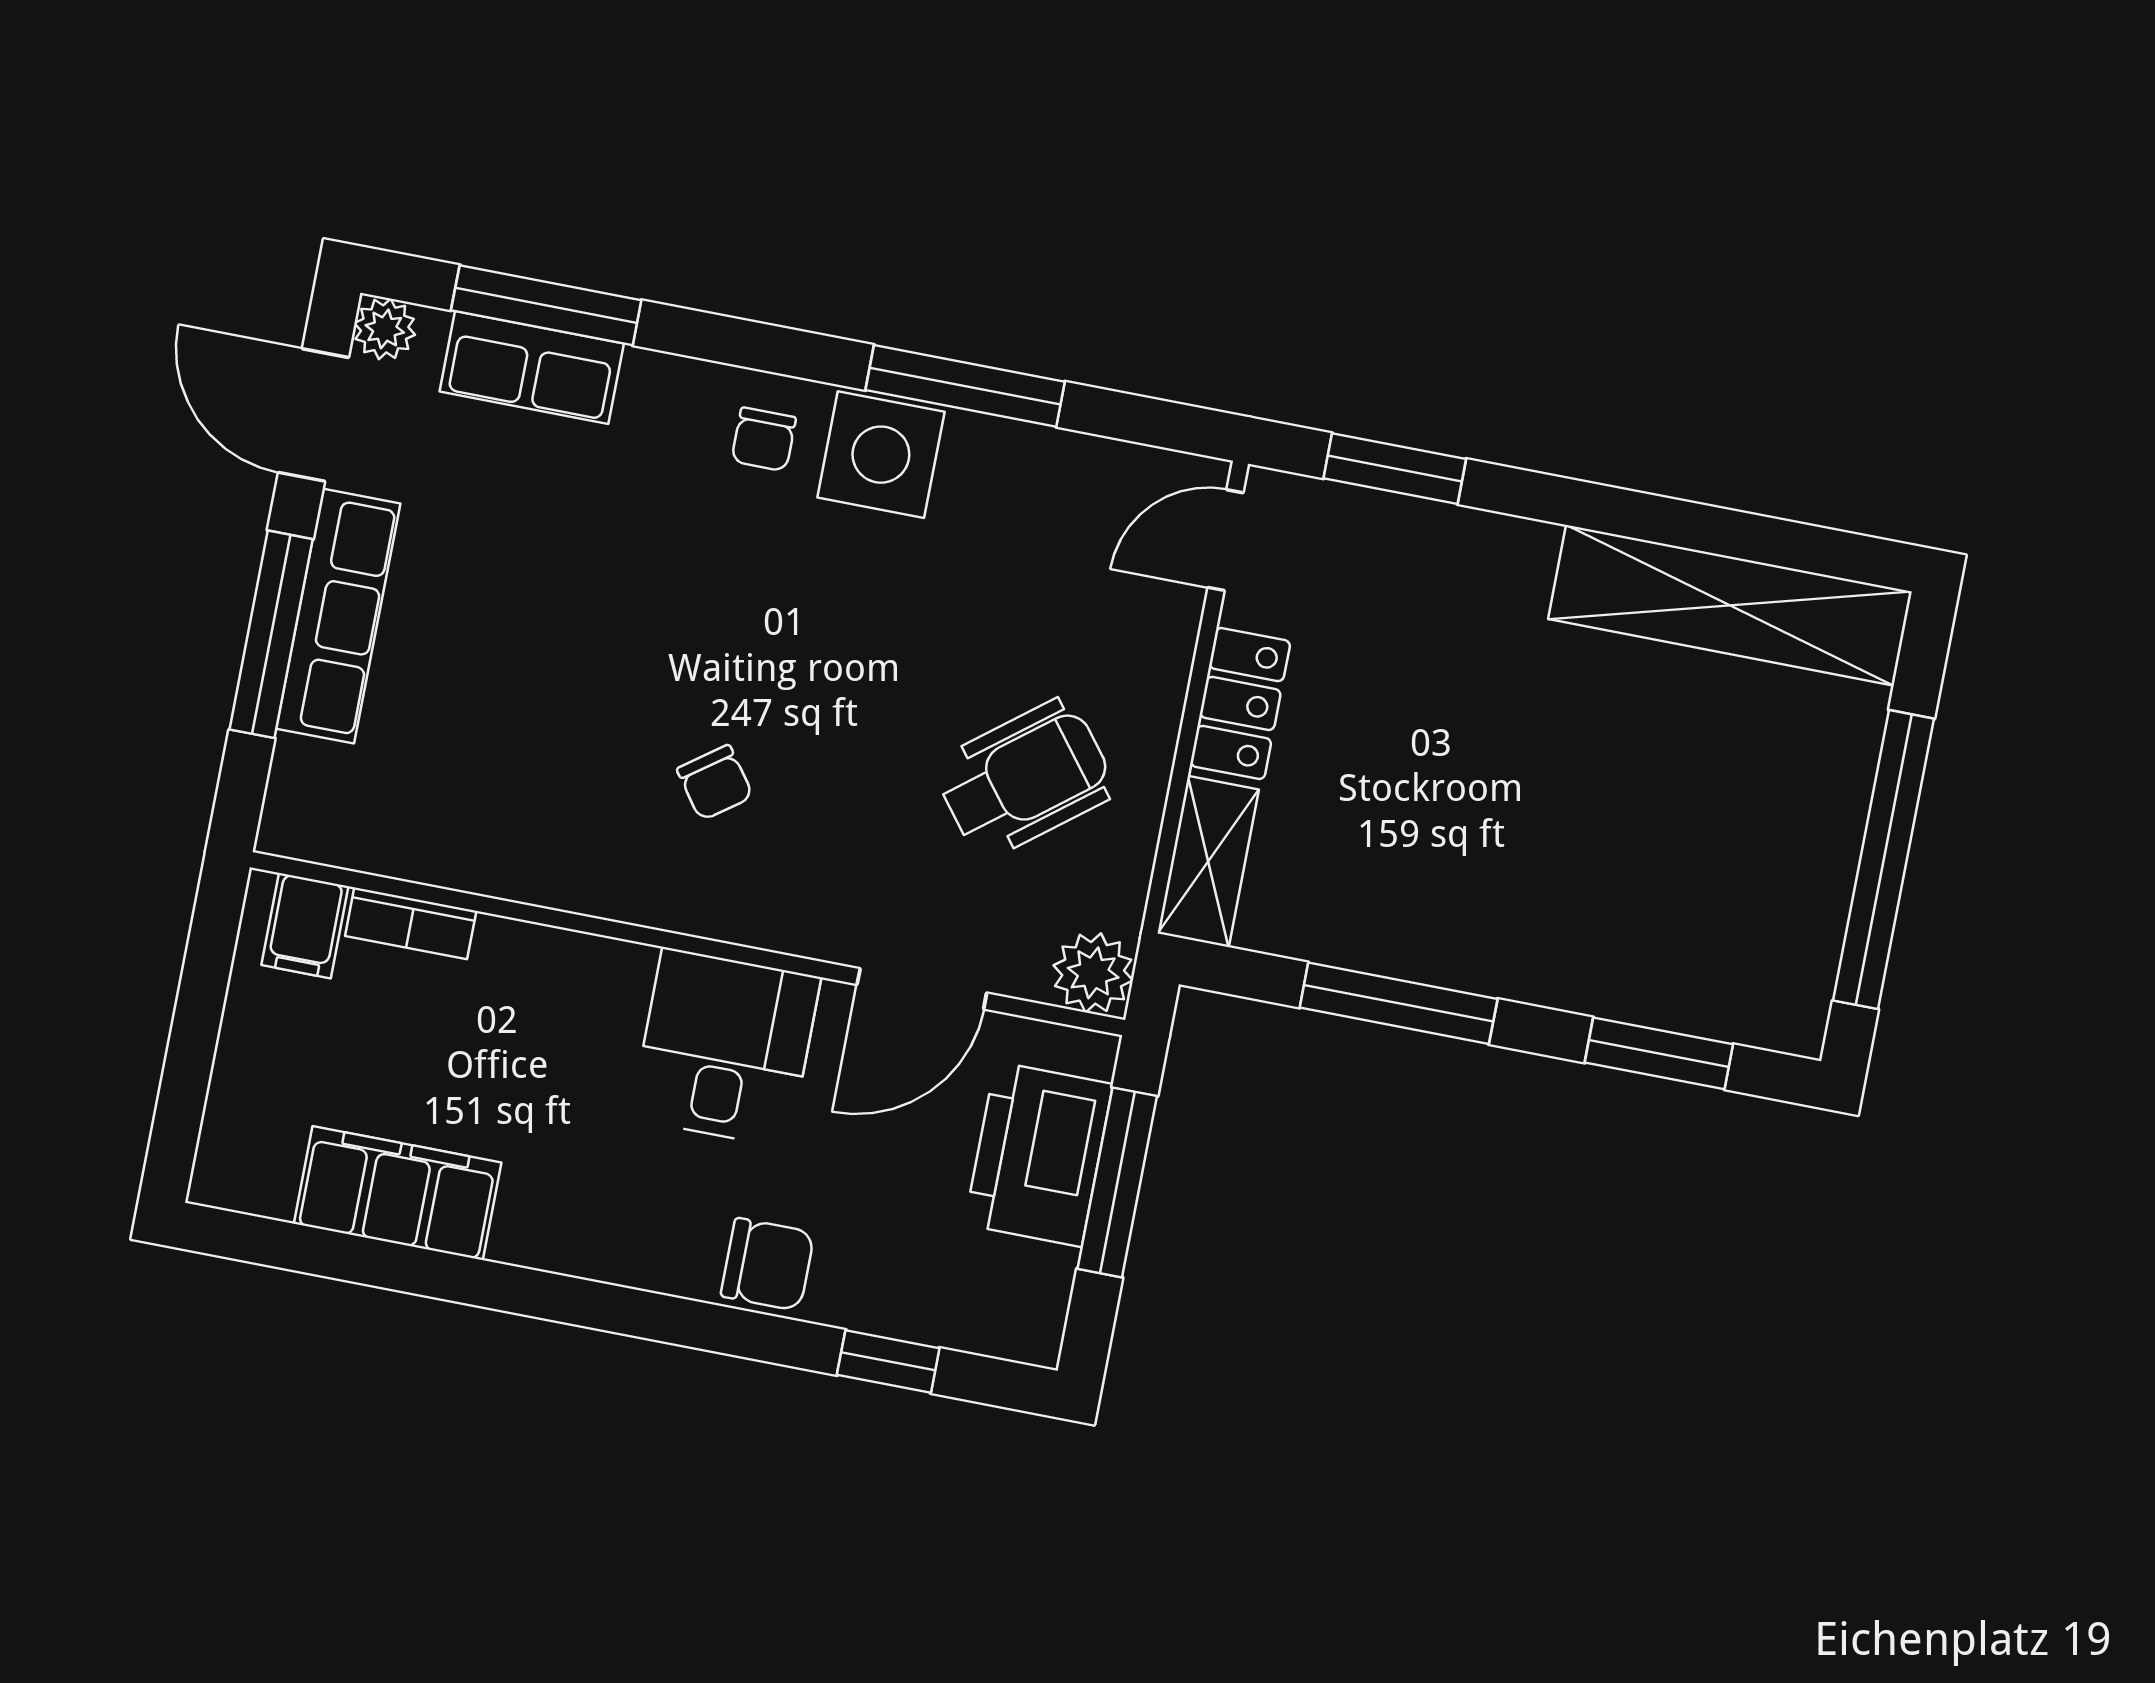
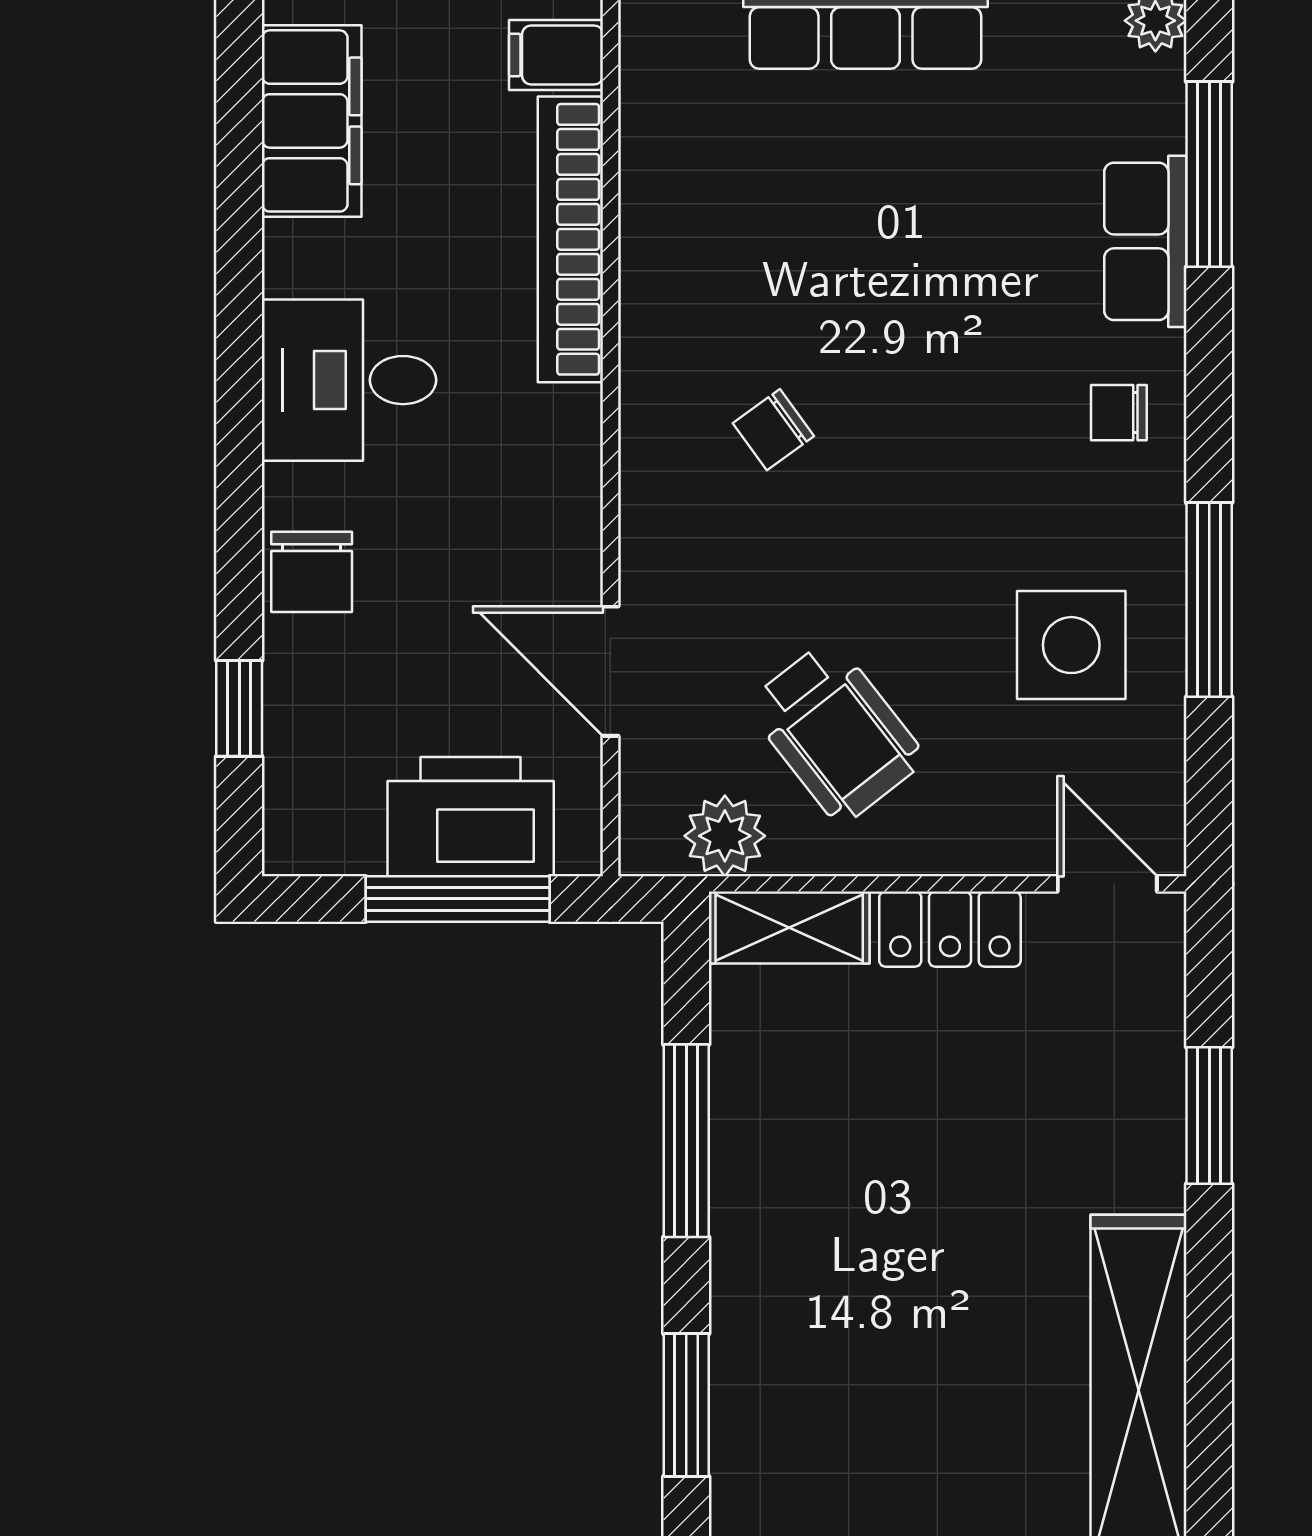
row of seats: (532, 368) -> (1145, 241), moved
side table: (881, 455) -> (1071, 645), moved
window: (1395, 469) -> (1209, 1116), moved
bookcase: (411, 923) -> (570, 239), width x2.31, depth x1.31
plant: (1093, 973) -> (725, 836), moved
desk: (725, 1048) -> (349, 380), moved, turned 180
filing cabinet: (398, 1193) -> (312, 121), moved

